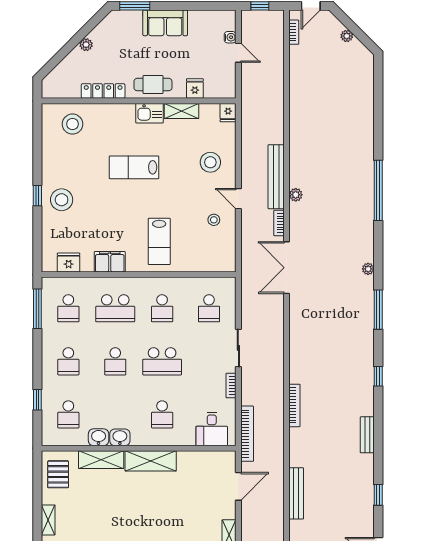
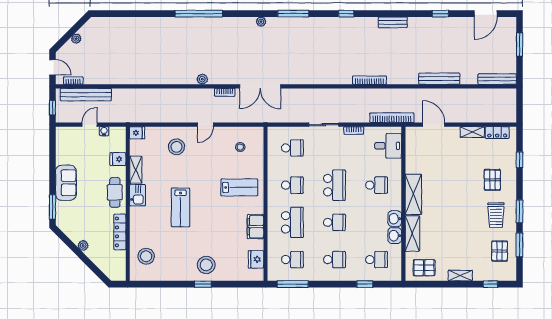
water cooler: (230, 37) -> (104, 131), moved
bench: (276, 177) -> (86, 95), moved
stool: (214, 220) -> (240, 147), moved

